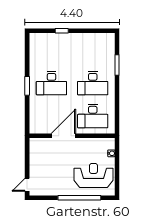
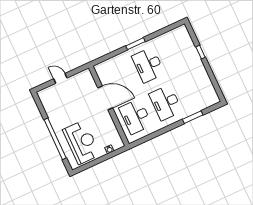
door: (27, 185) -> (60, 78), moved

